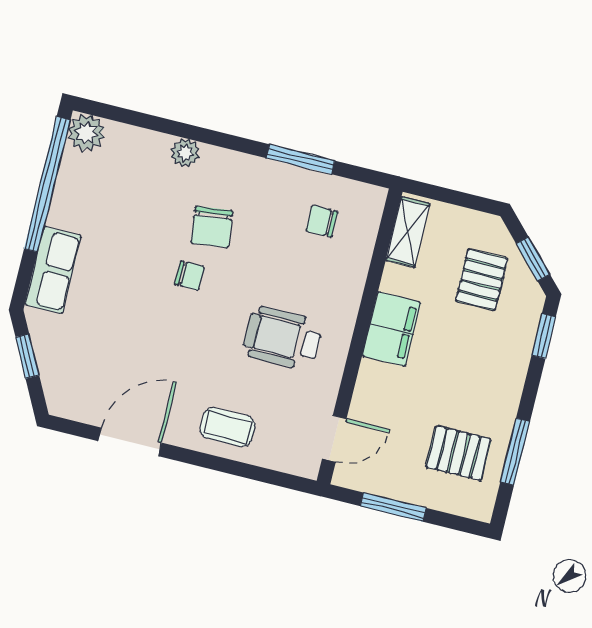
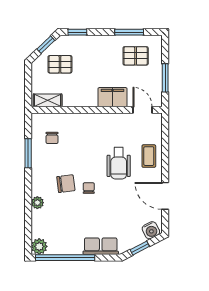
filing cabinet: (391, 329) -> (113, 97), moved
wheelchair: (283, 338) -> (119, 163), moved
water cooler: (61, 391) -> (151, 230), added
pallet: (459, 453) -> (136, 56), turned 90

